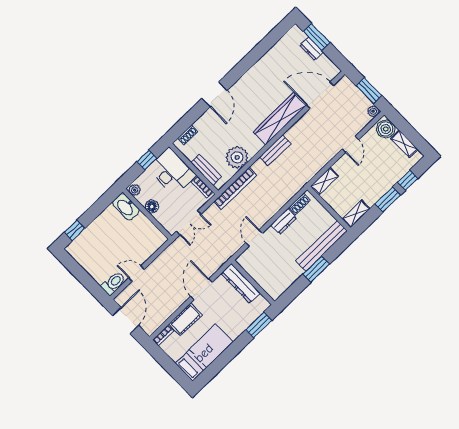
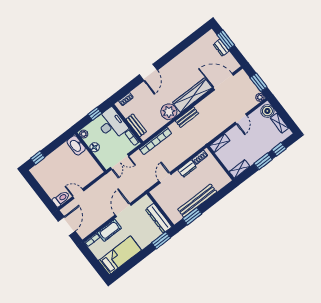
plant: (237, 157) -> (169, 112), moved
bench: (322, 246) -> (197, 201), moved
window: (316, 269) -> (192, 216), moved
dresser: (241, 283) -> (159, 218), moved

